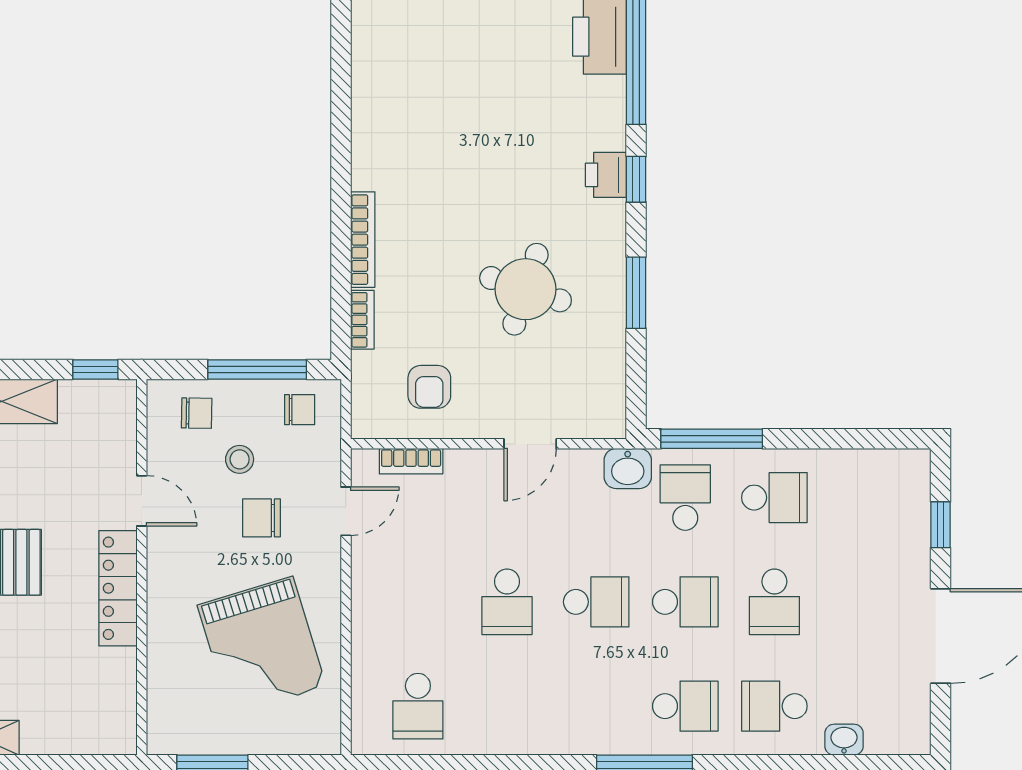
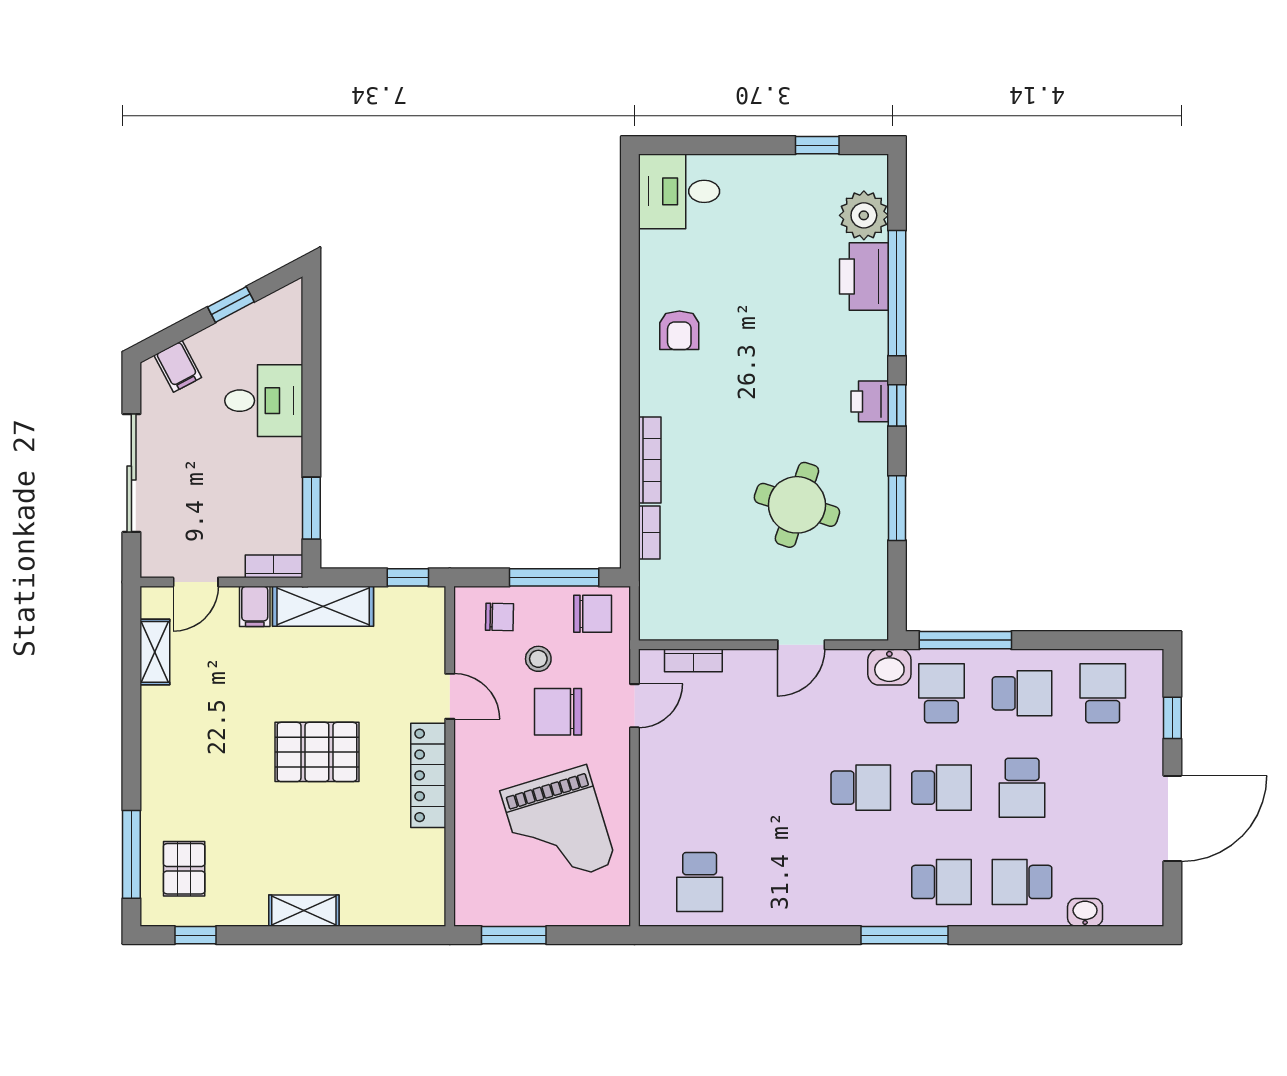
armchair: (429, 387) -> (679, 330), moved
chair: (300, 410) -> (593, 614), width x1.37, depth x1.37
chair: (261, 518) -> (558, 712), width x1.37, depth x1.37
school desk: (507, 602) -> (1103, 693), moved, turned 180

